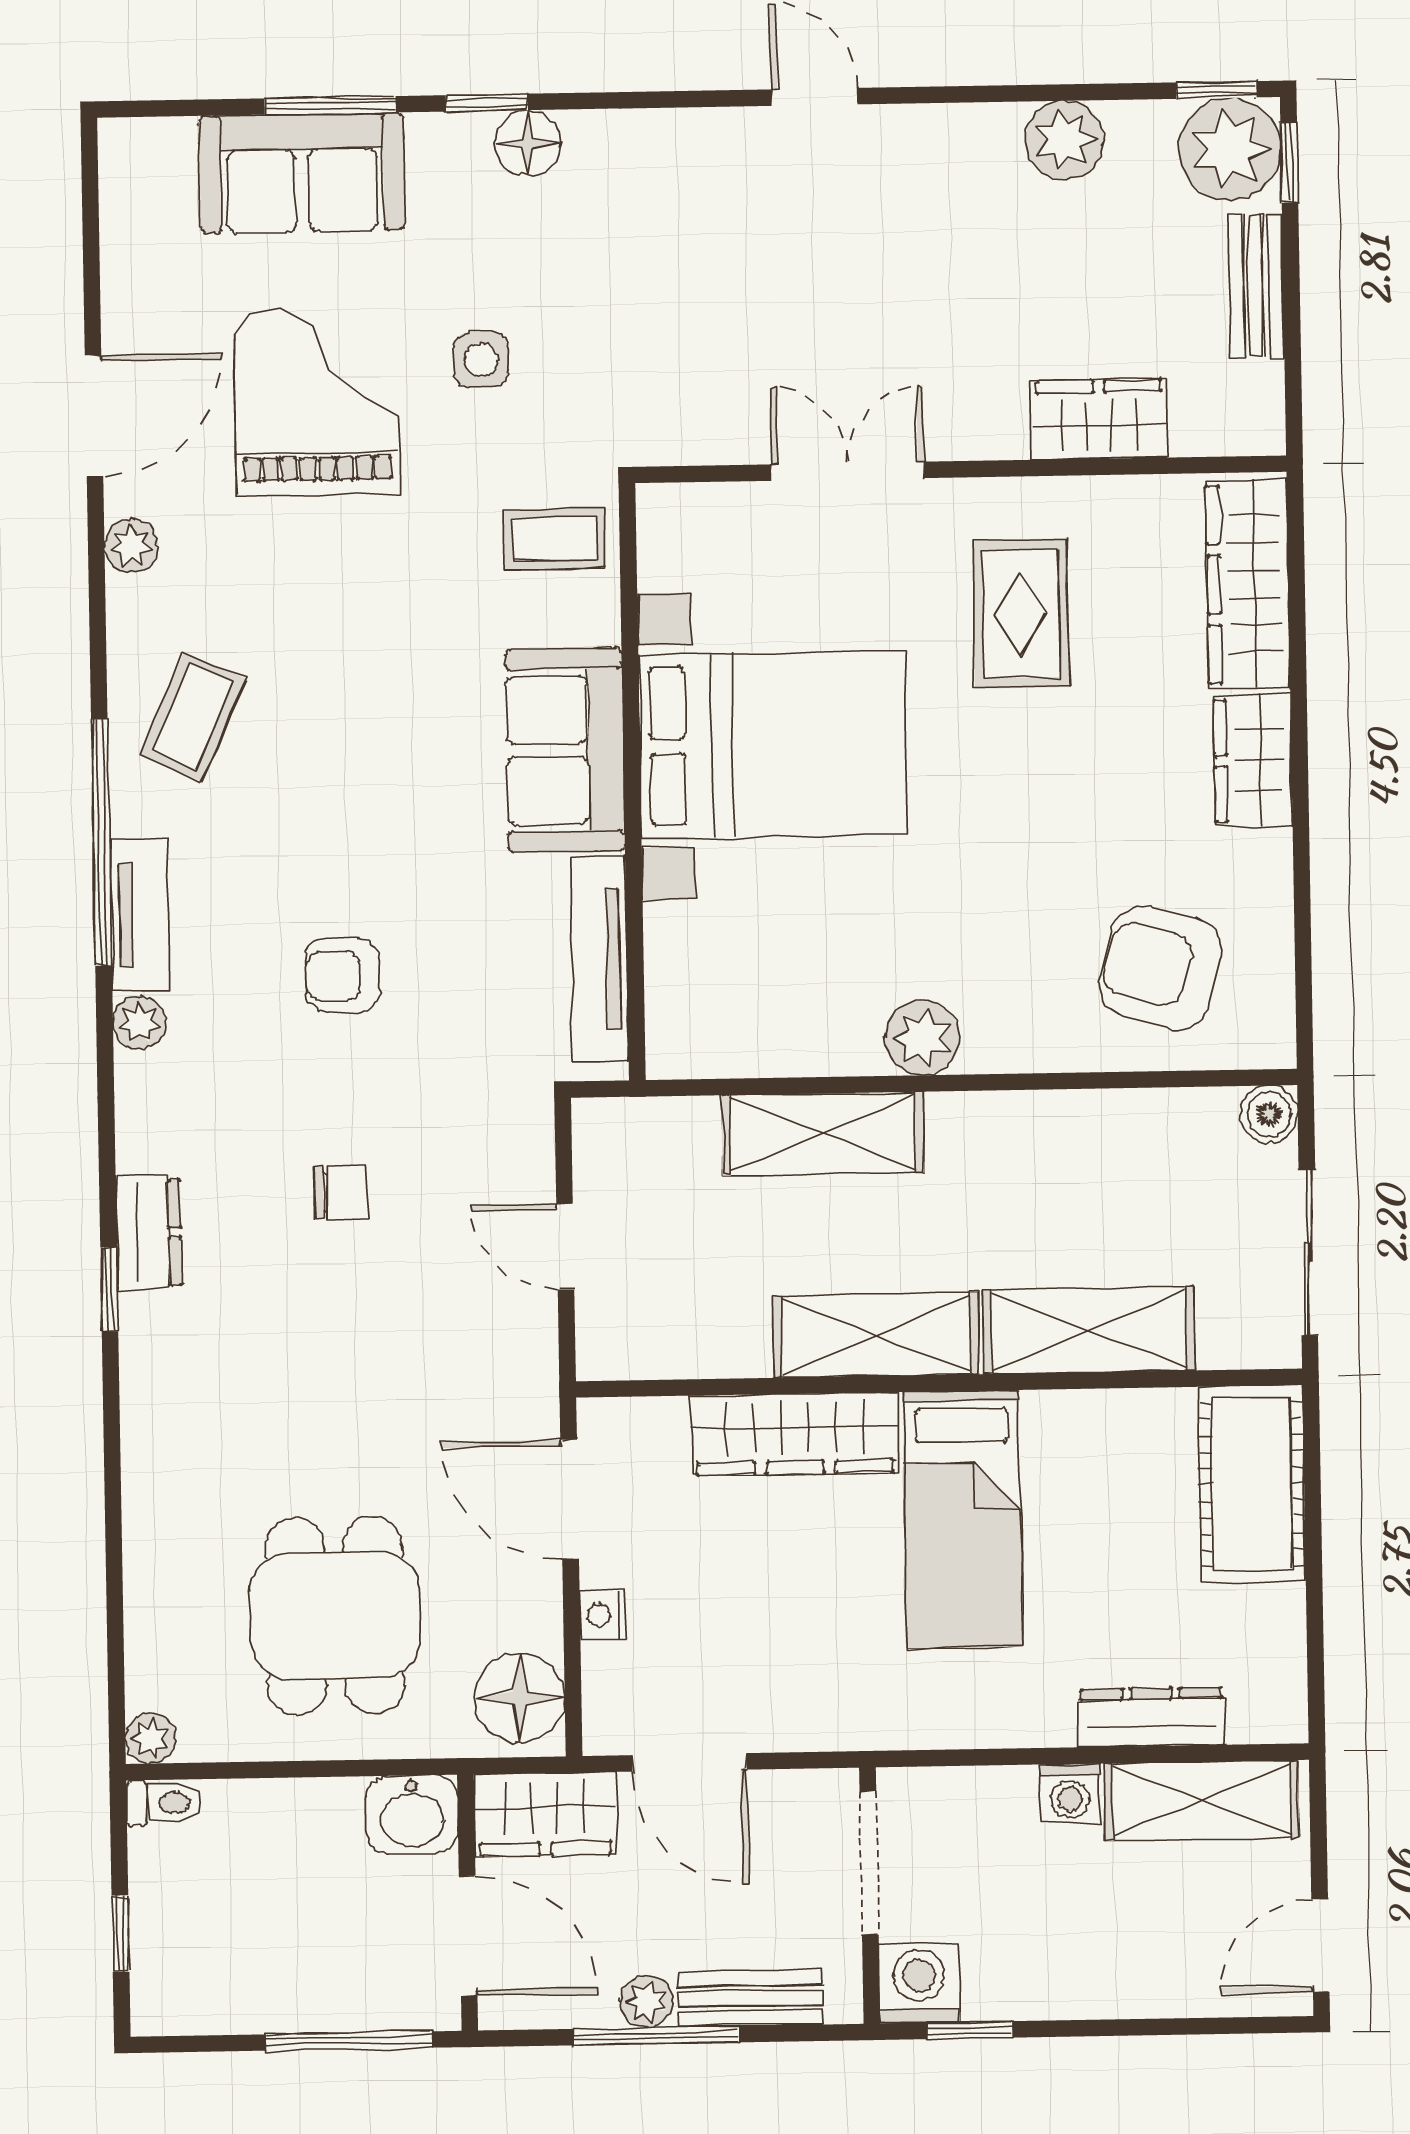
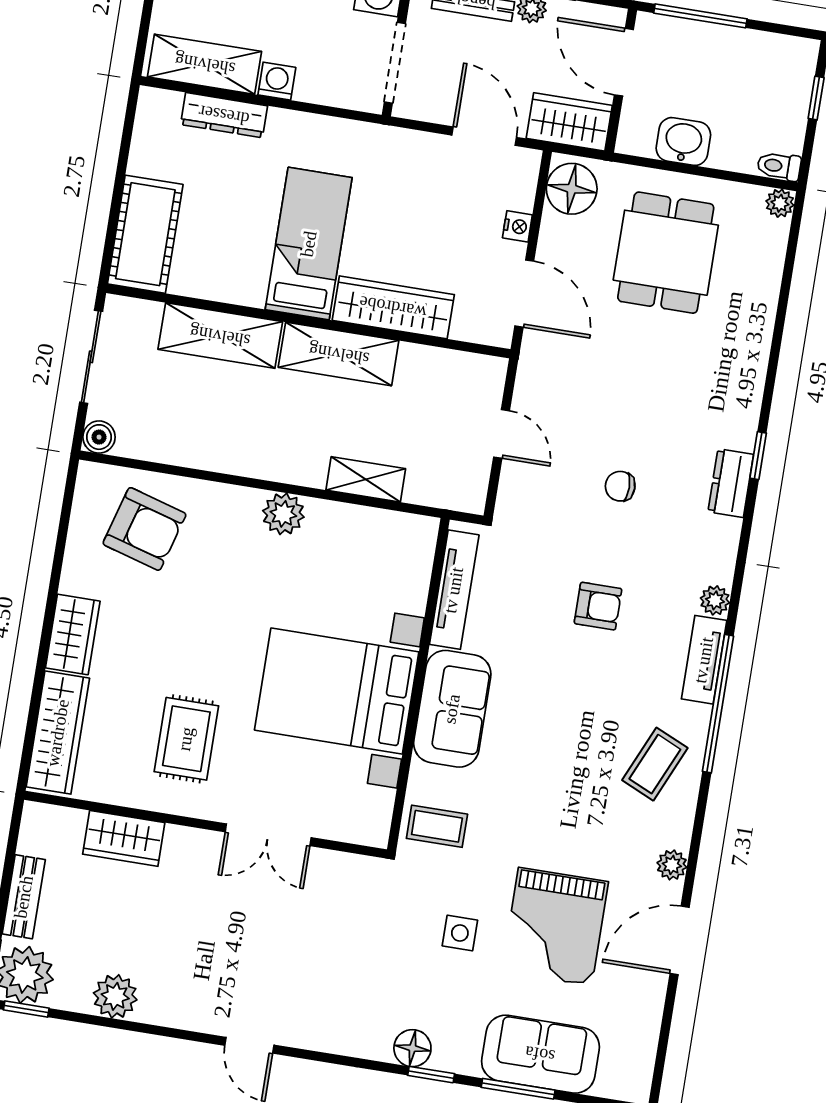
shelving: (822, 1134) -> (366, 479), width x0.67, depth x0.75
washbasin: (412, 1815) -> (683, 142), moved

